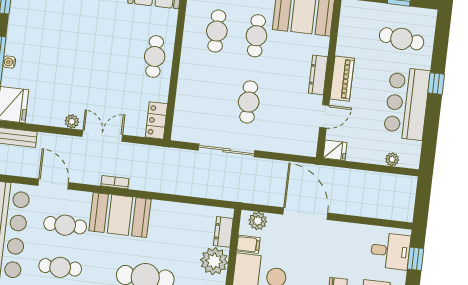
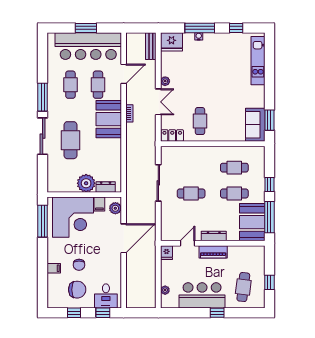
cafe table: (155, 56) -> (200, 121), moved, turned 90
door: (324, 116) -> (188, 243), swing flipped

